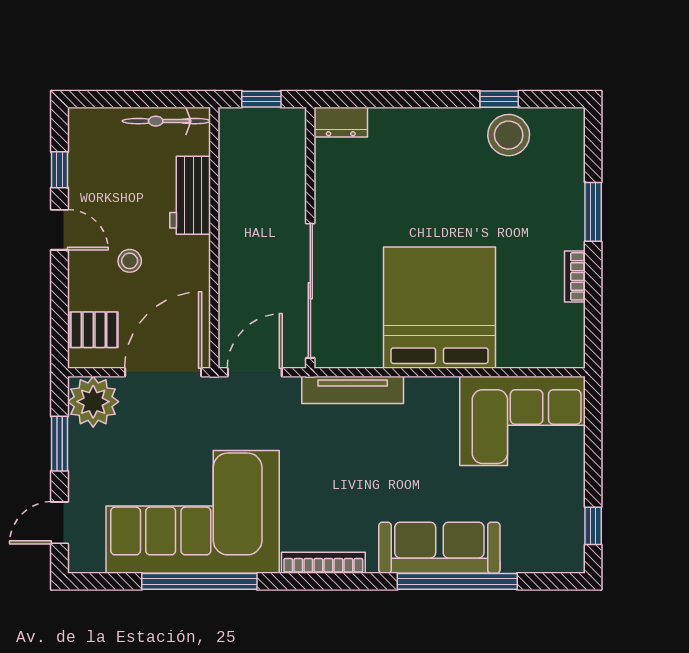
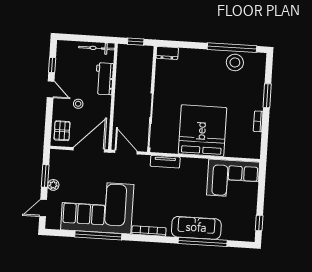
window: (499, 99) -> (232, 48), width x3.17
pallet: (94, 330) -> (62, 131), turned 90
door: (255, 372) -> (126, 152), hinge flipped
tv unit: (353, 390) -> (165, 162), width x0.71
plant: (93, 402) -> (53, 185), moved, width x0.53, depth x0.53

